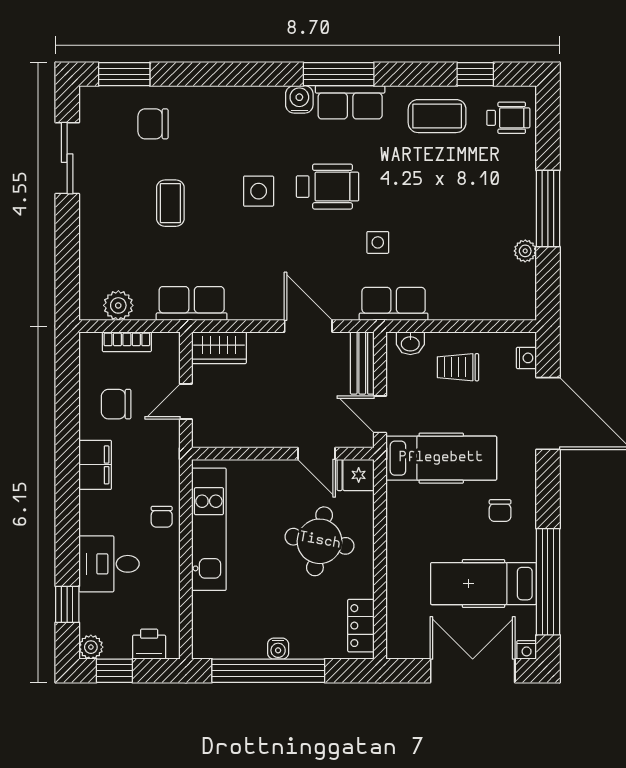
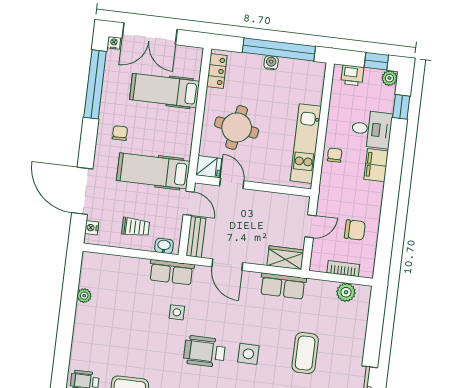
coffee table: (170, 203) -> (305, 353), width x1.36, depth x1.30
window: (548, 209) -> (66, 321), removed
row of seats: (192, 303) -> (283, 286), moved
filing cabinet: (95, 465) -> (376, 165), moved
hospital bed: (484, 584) -> (165, 90), moved, turned 180

